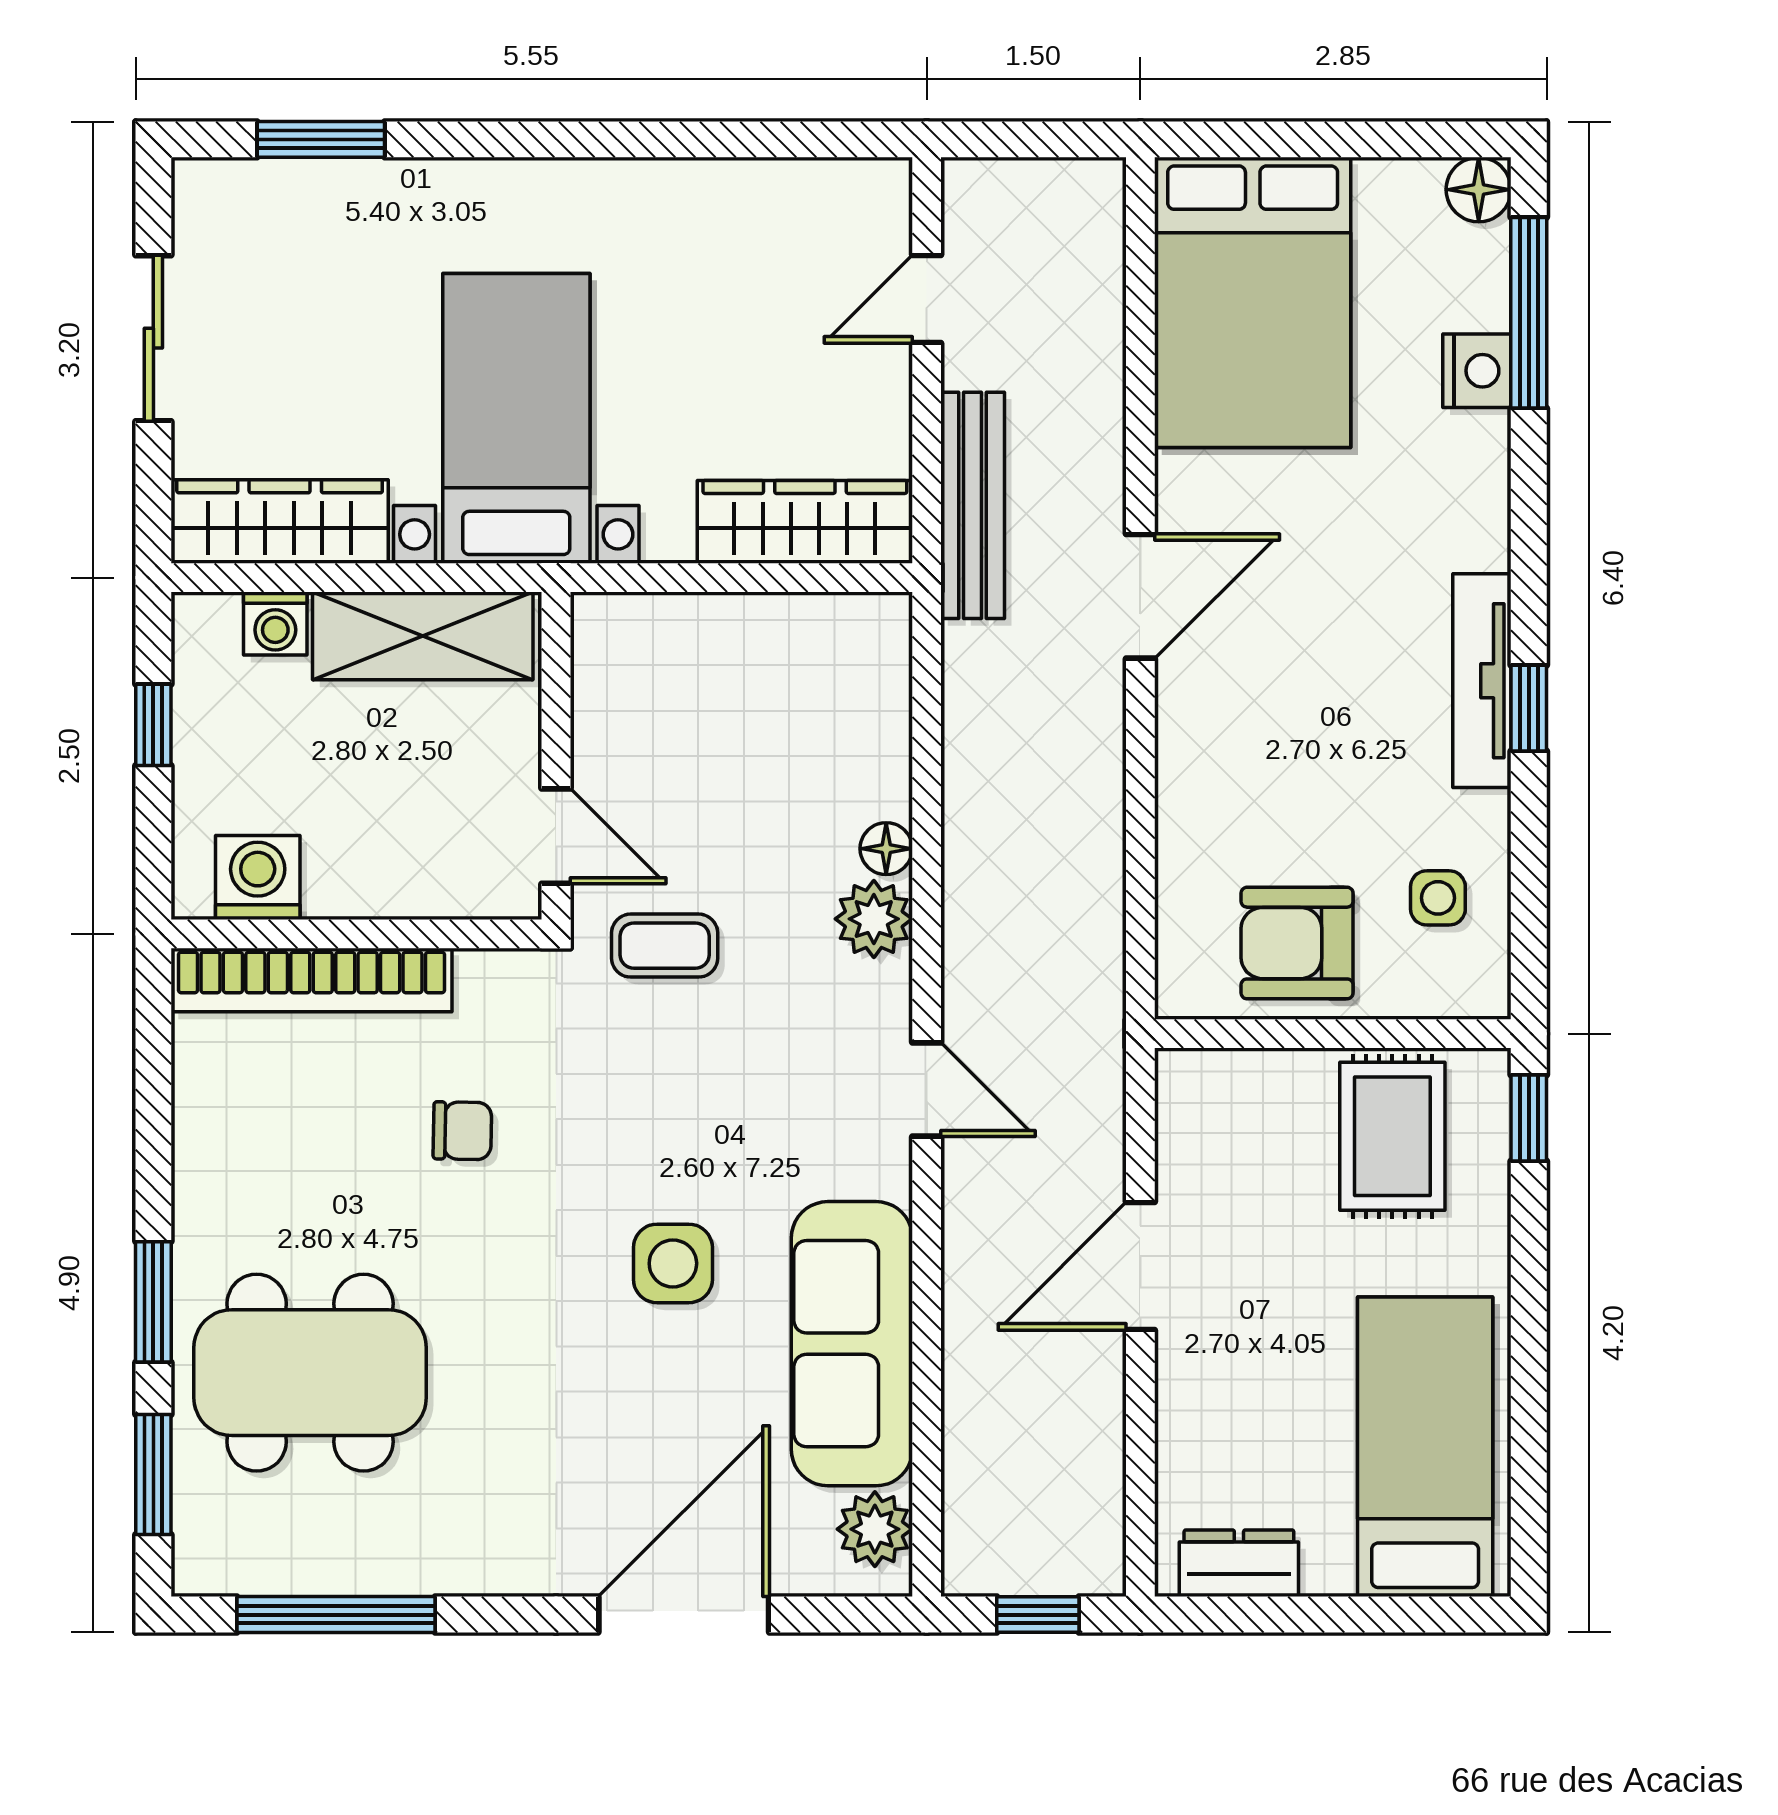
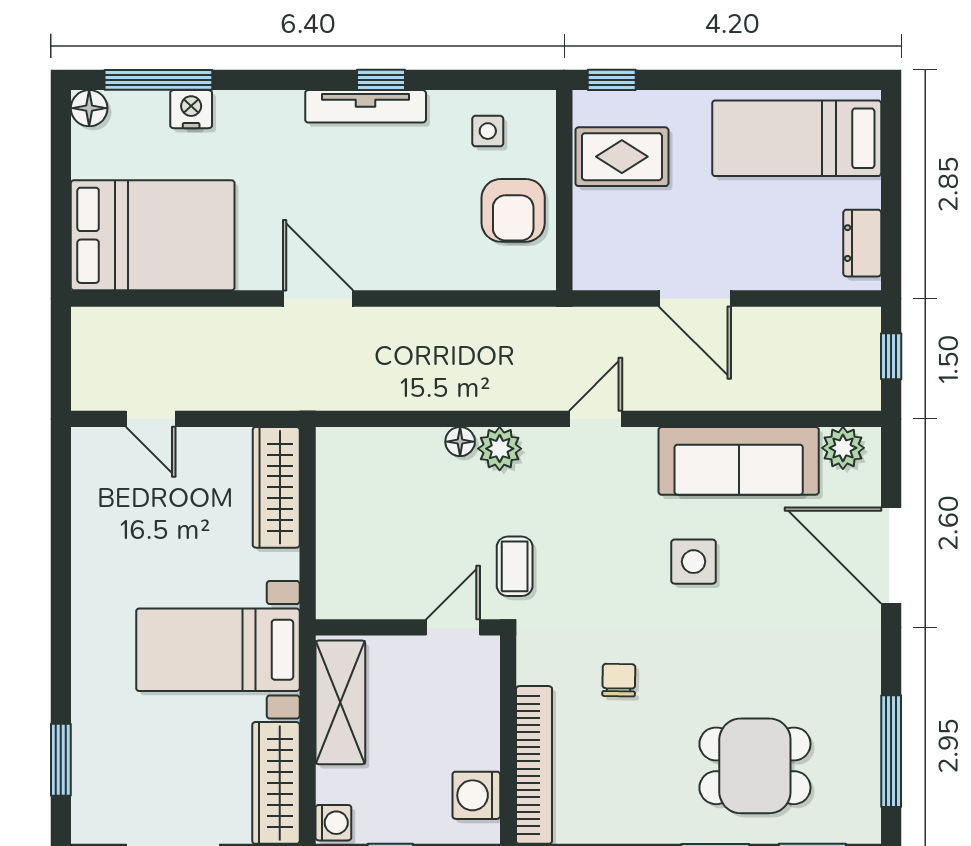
bench: (973, 505) -> (267, 393), removed
washing machine: (275, 624) -> (333, 823), moved
dining table: (310, 1373) -> (755, 766), width x0.73

